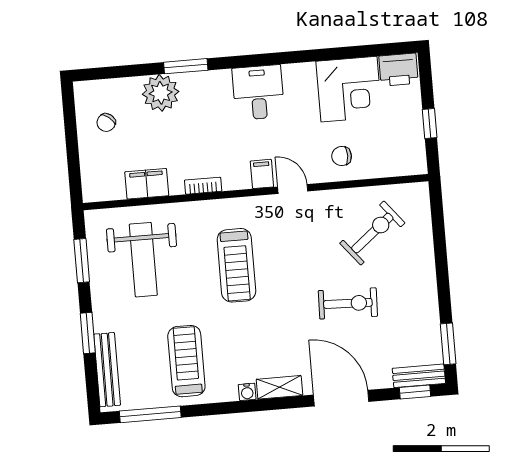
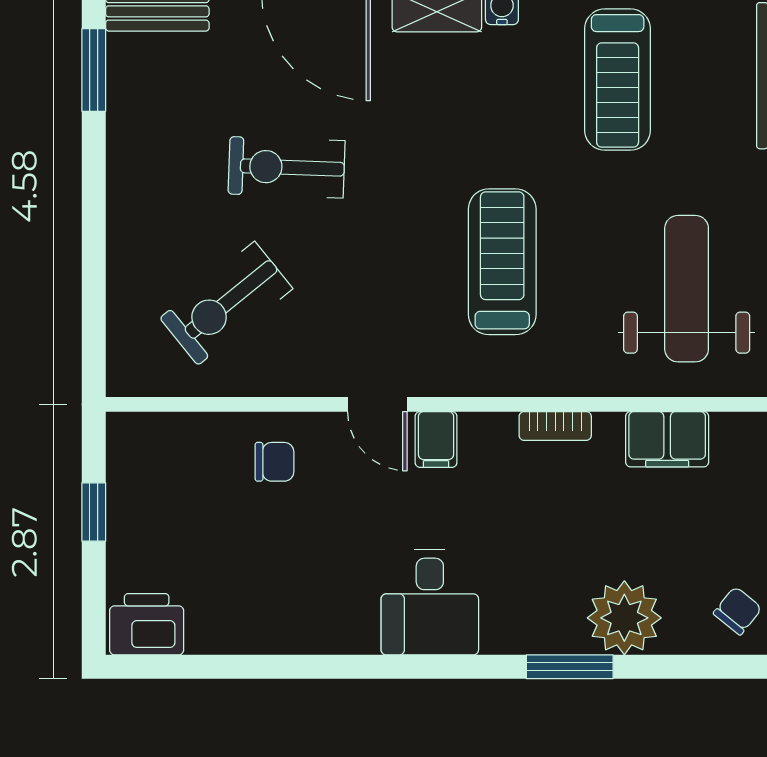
corner desk: (349, 89) -> (249, 594), removed
chair: (106, 123) -> (738, 611), moved

